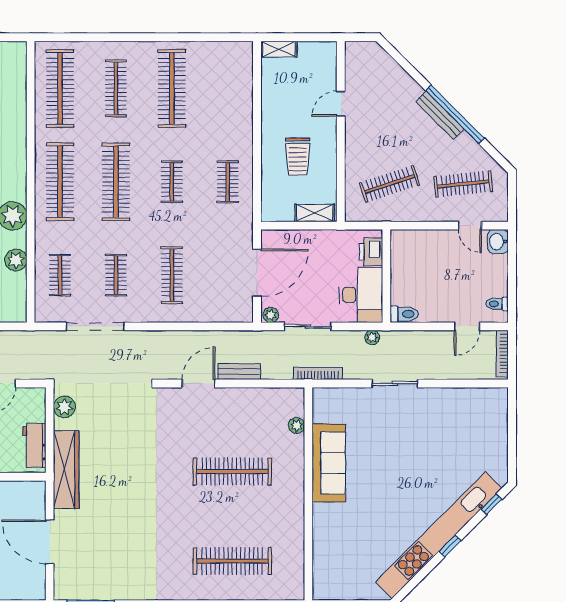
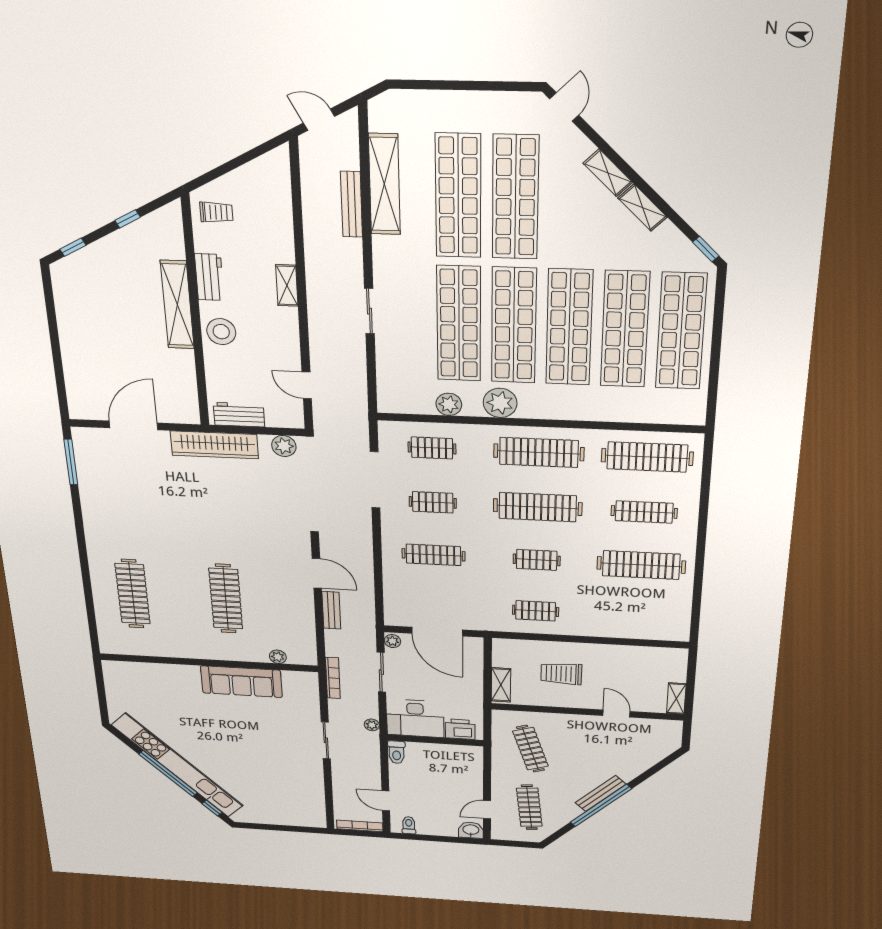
shelving: (279, 49) -> (676, 699), moved
window: (450, 546) -> (168, 774), width x3.17

